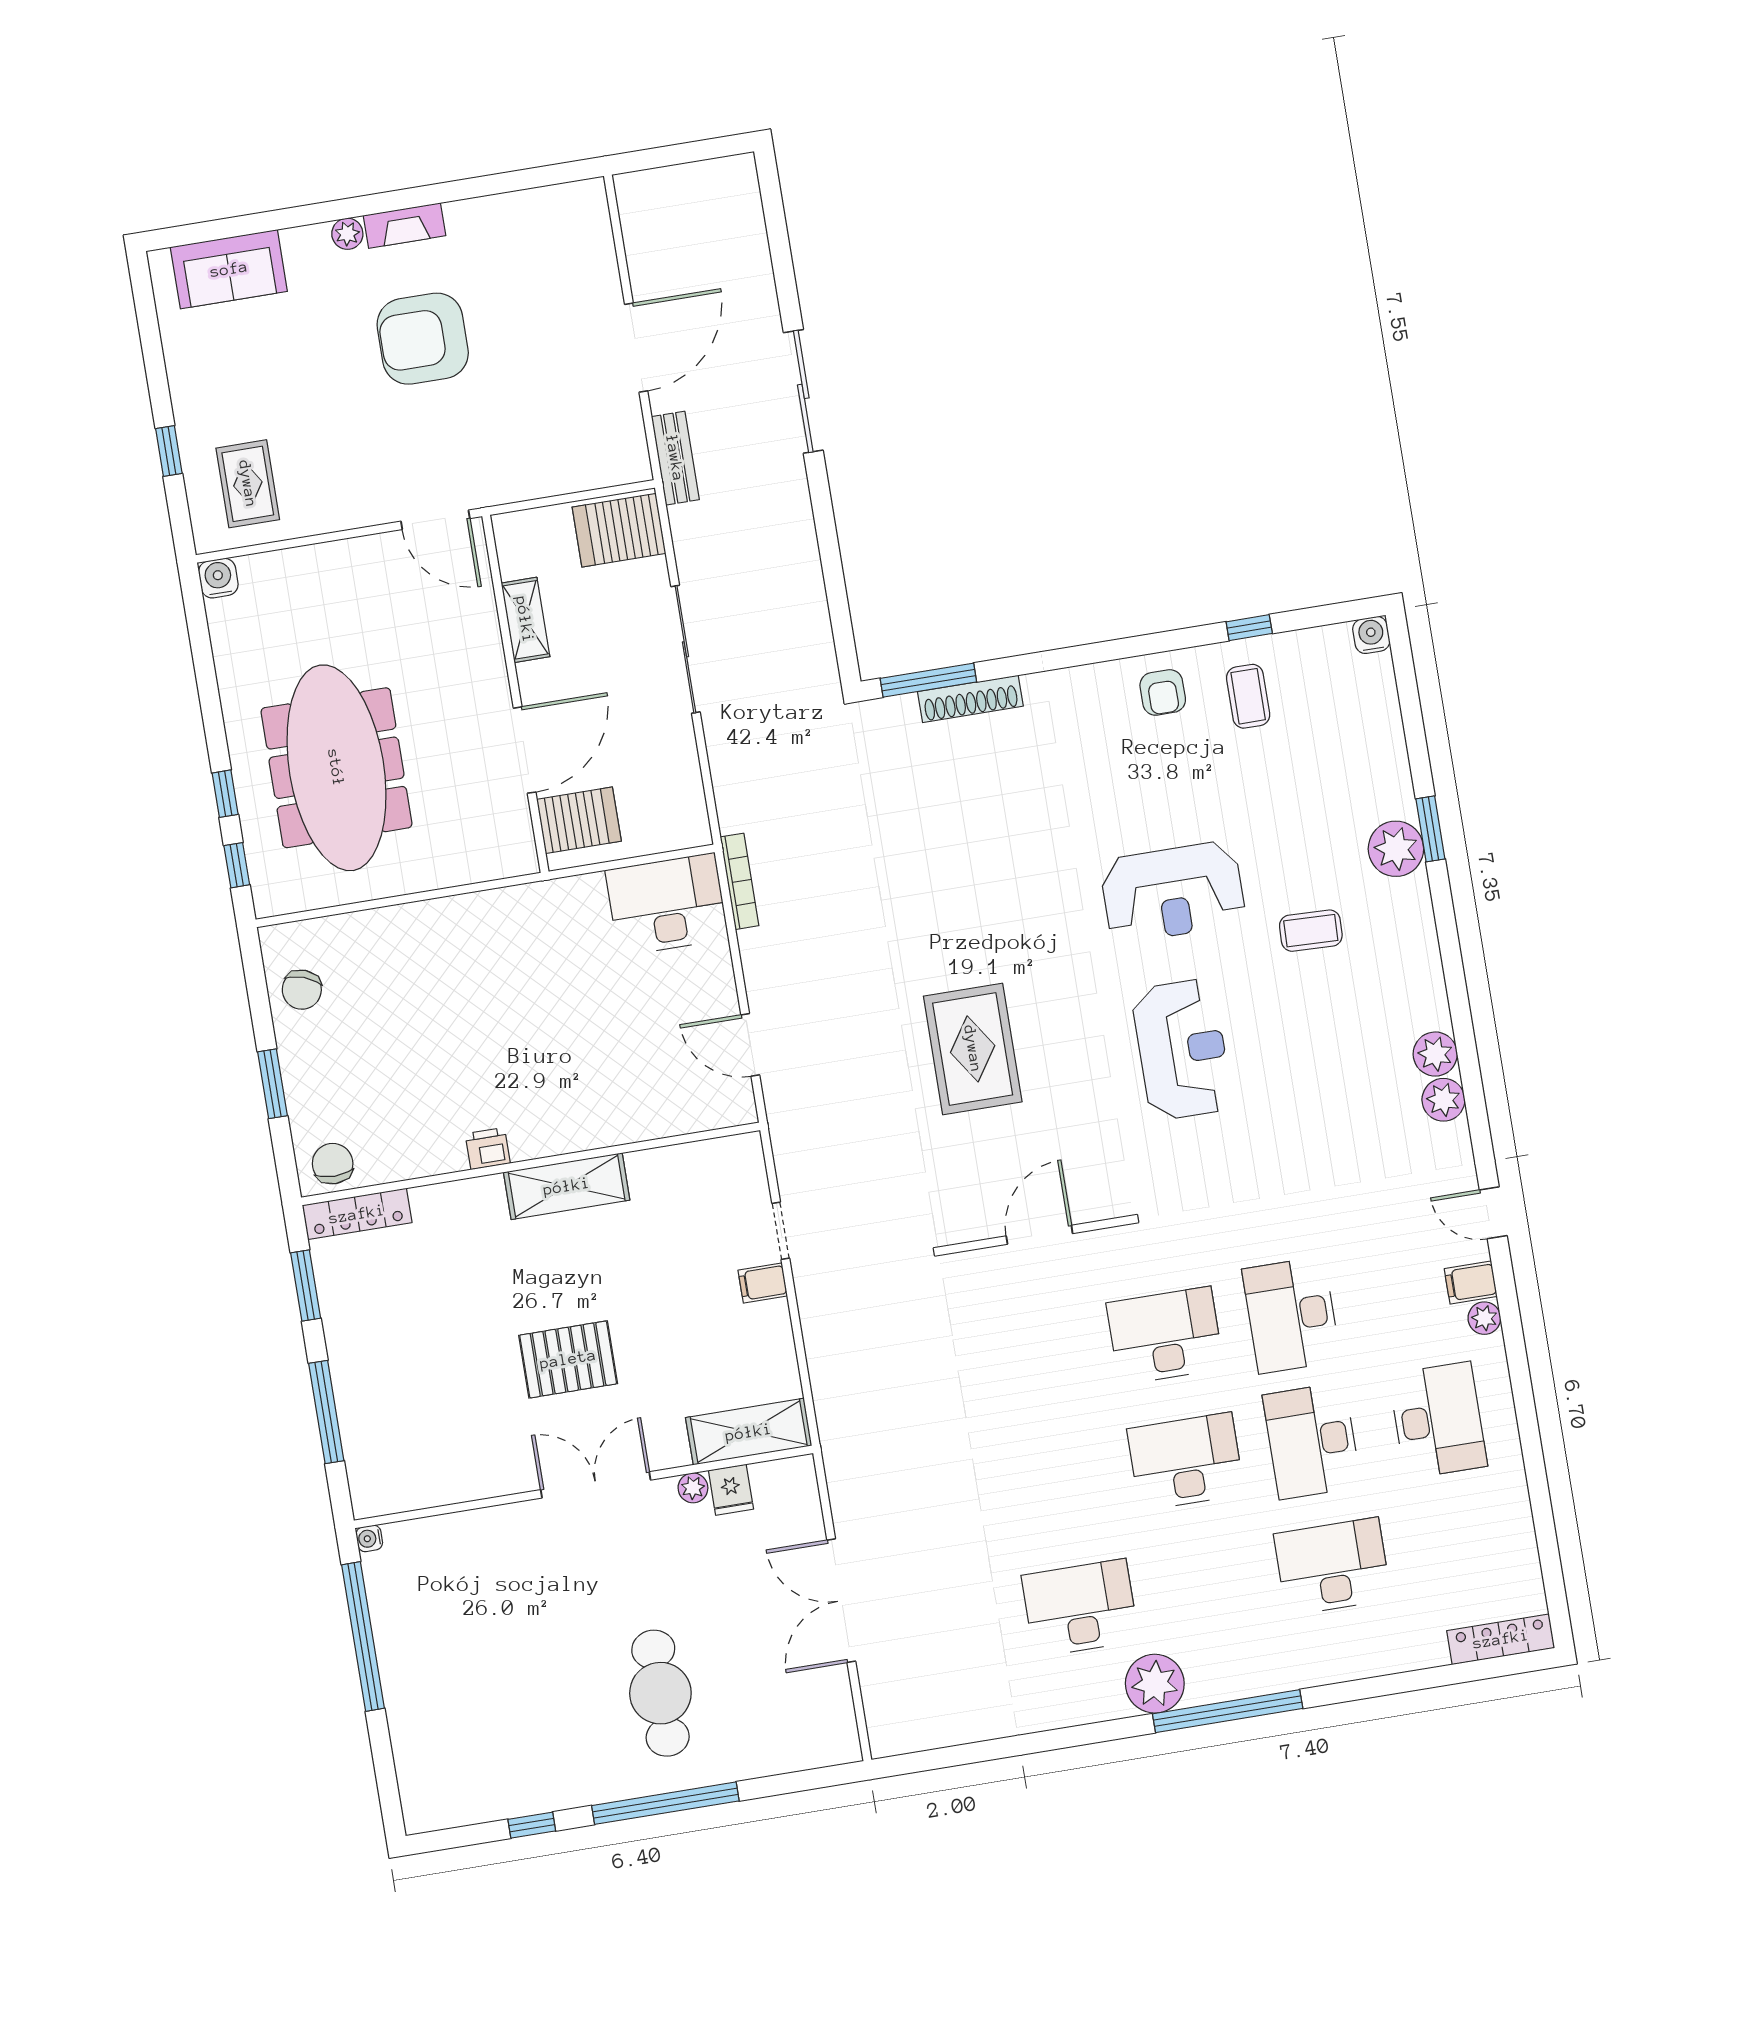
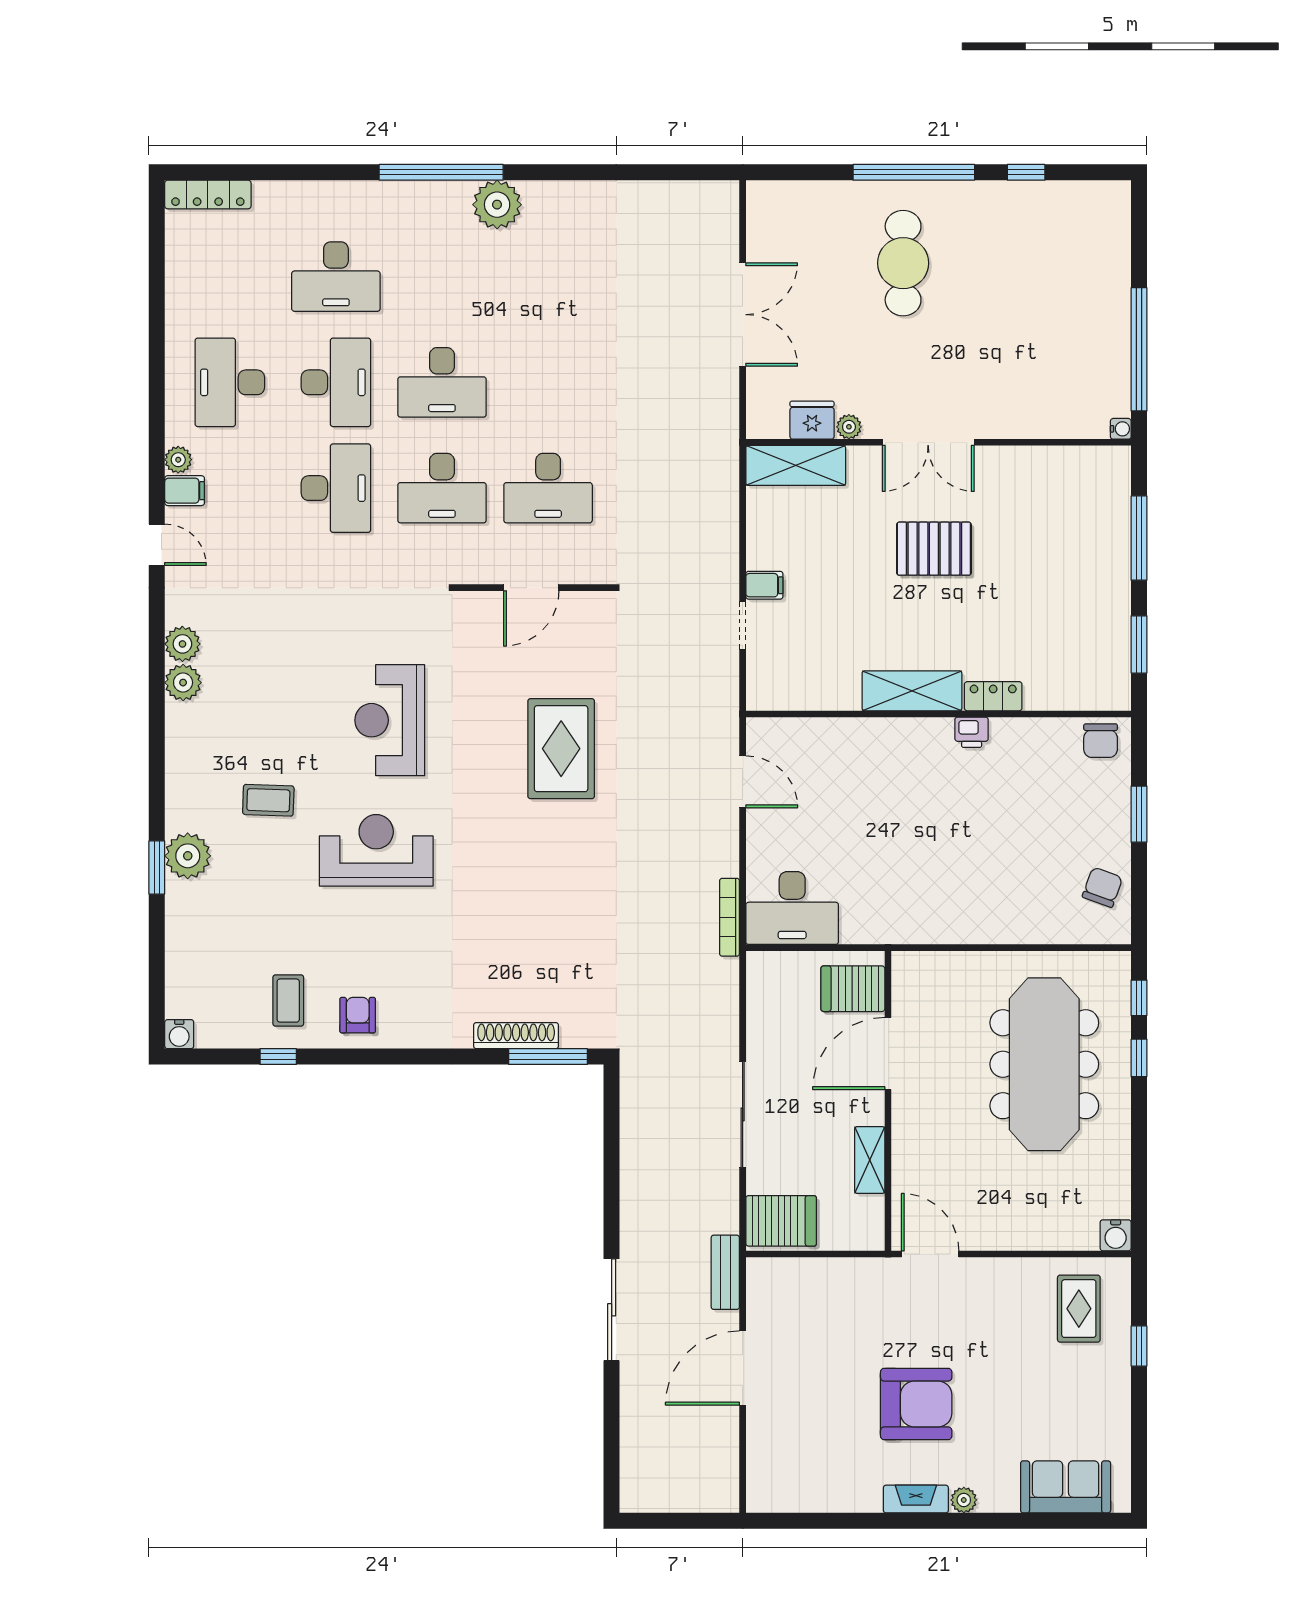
locker: (357, 1214) -> (993, 696), moved, width x0.66
fridge: (731, 1490) -> (812, 420), width x1.38
desk: (1080, 1608) -> (548, 488), moved

